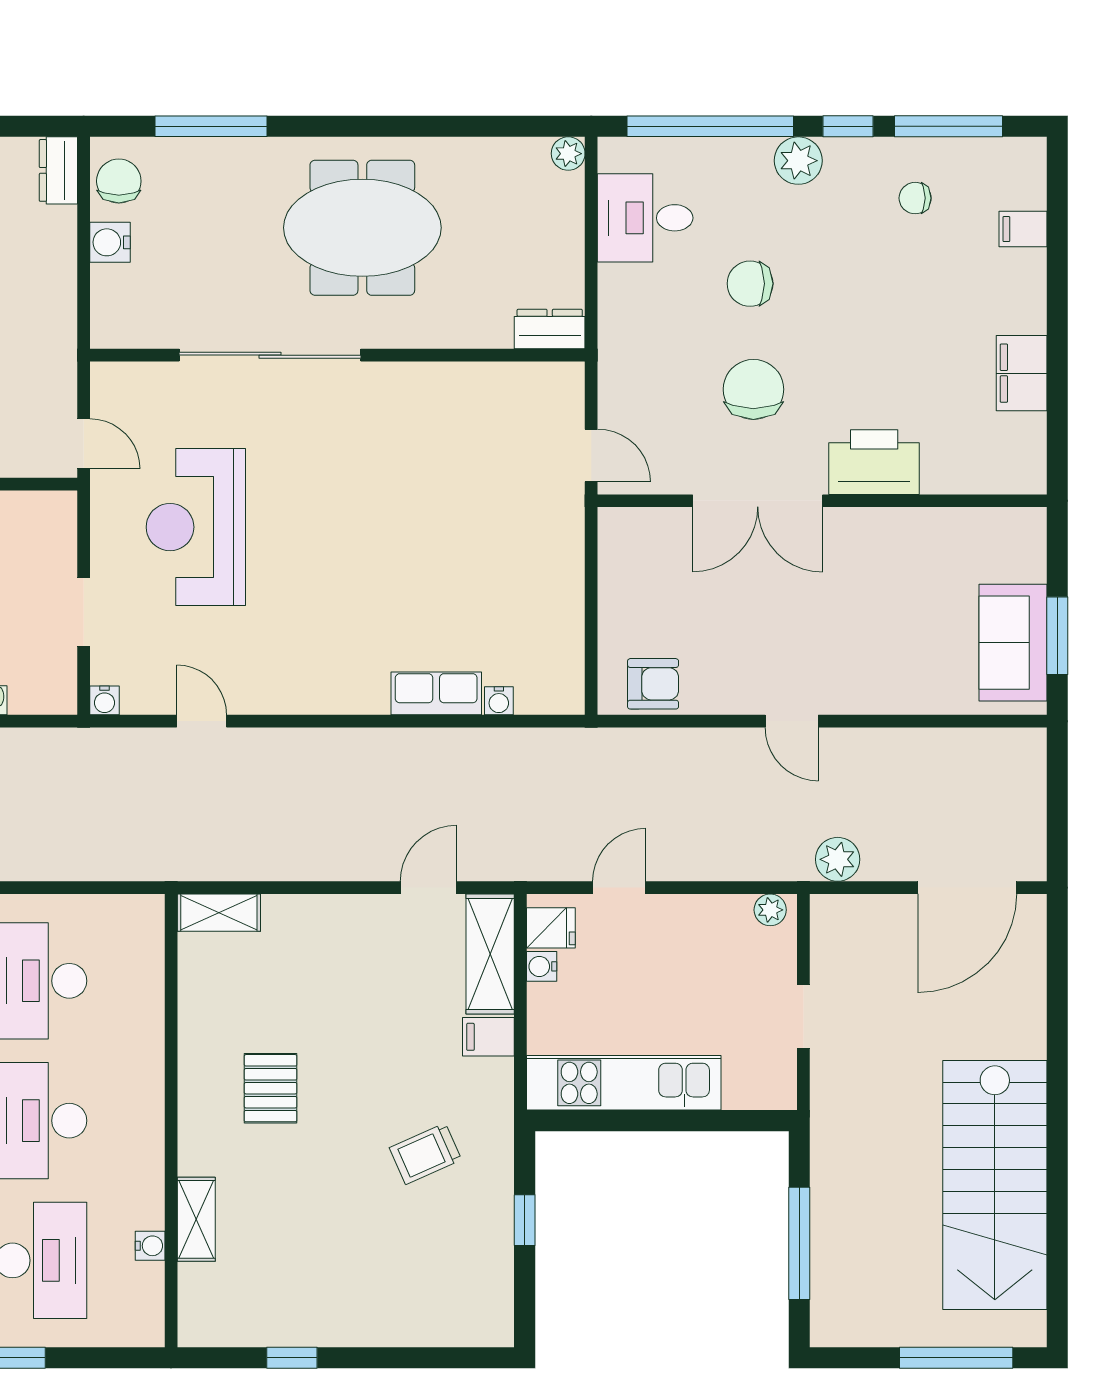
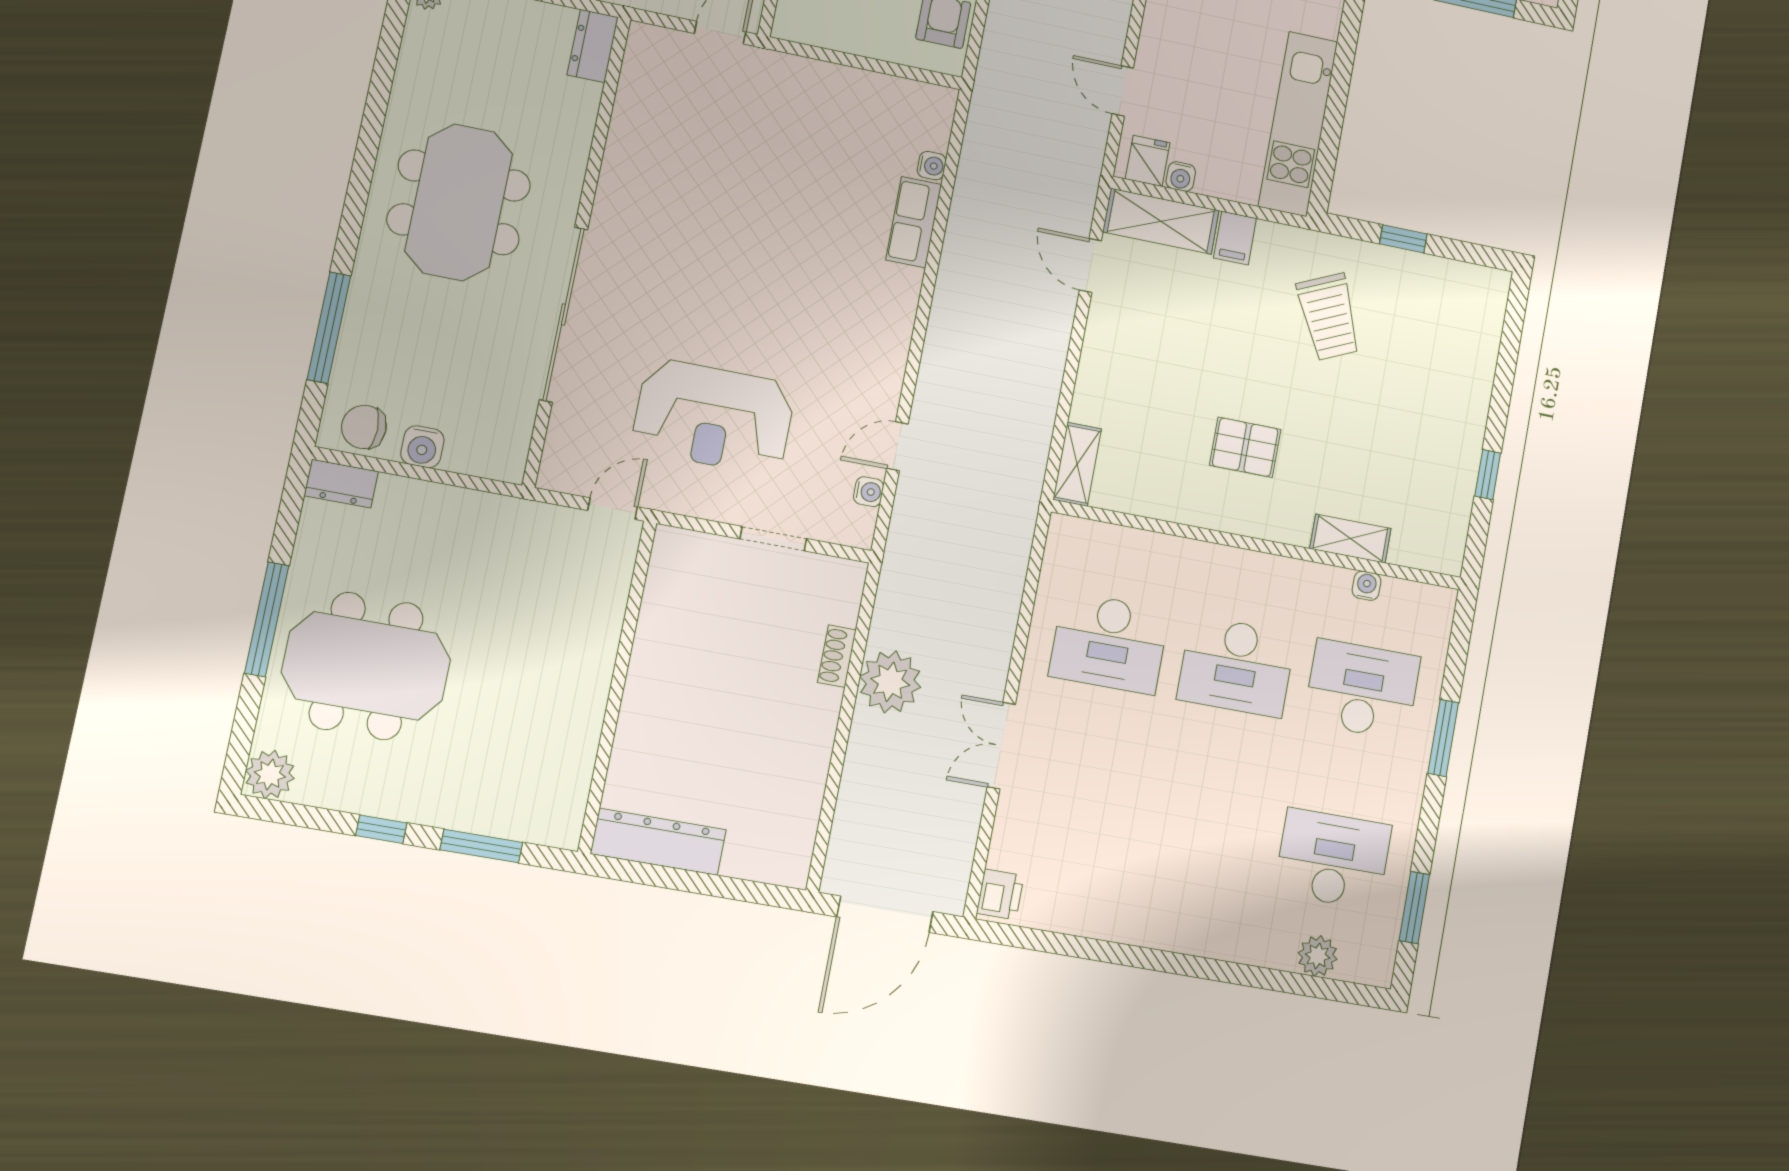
water cooler: (105, 700) -> (869, 492), moved
trolley: (425, 1154) -> (1329, 317), width x1.36, depth x1.39

